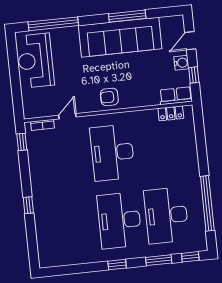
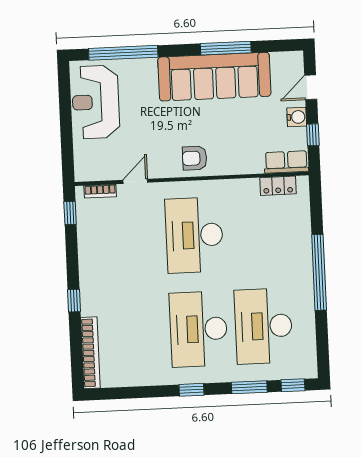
window: (207, 203) -> (319, 272), moved
bookcase: (42, 242) -> (90, 353), added

